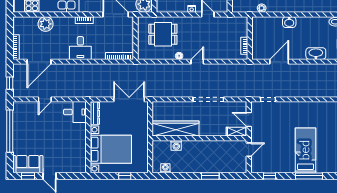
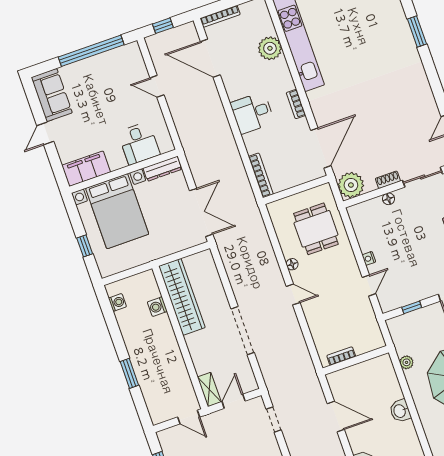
desk: (75, 112) -> (139, 143), moved
filing cabinet: (79, 159) -> (86, 169), added
window: (28, 176) -> (34, 102), removed

